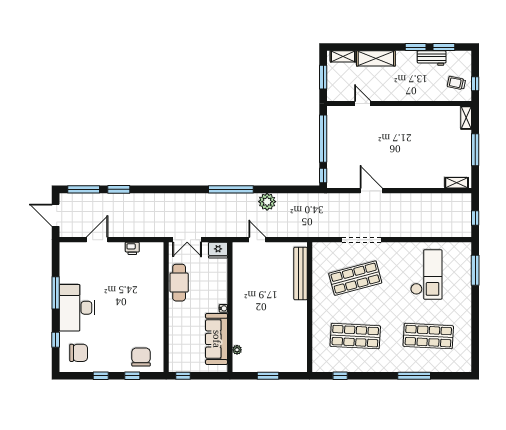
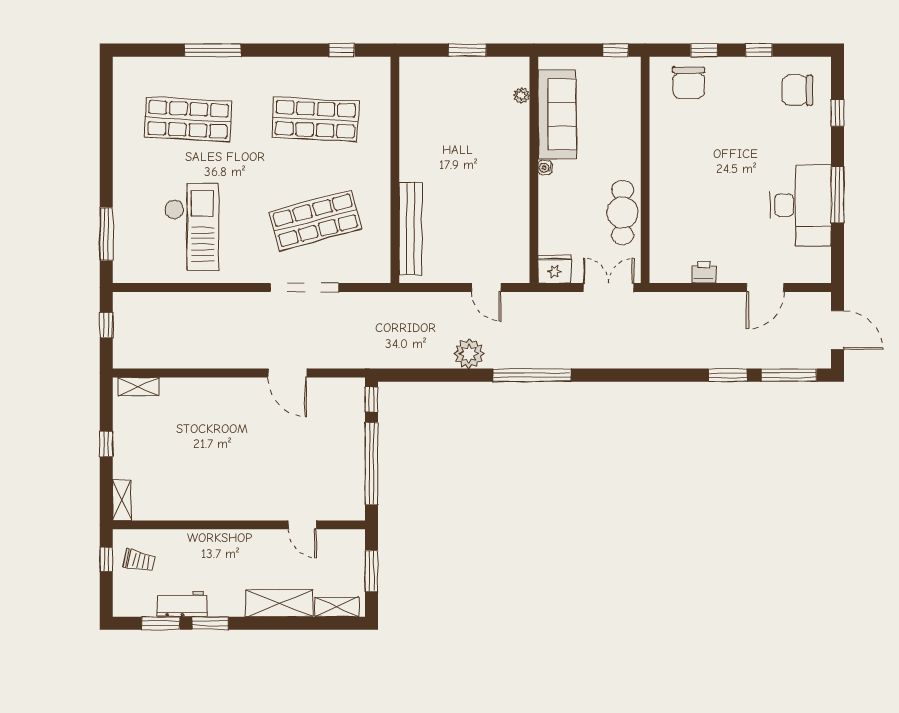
window: (475, 150) -> (106, 444), width x0.46
checkout: (426, 274) -> (191, 227), turned 180
desk: (77, 308) -> (801, 205), moved

